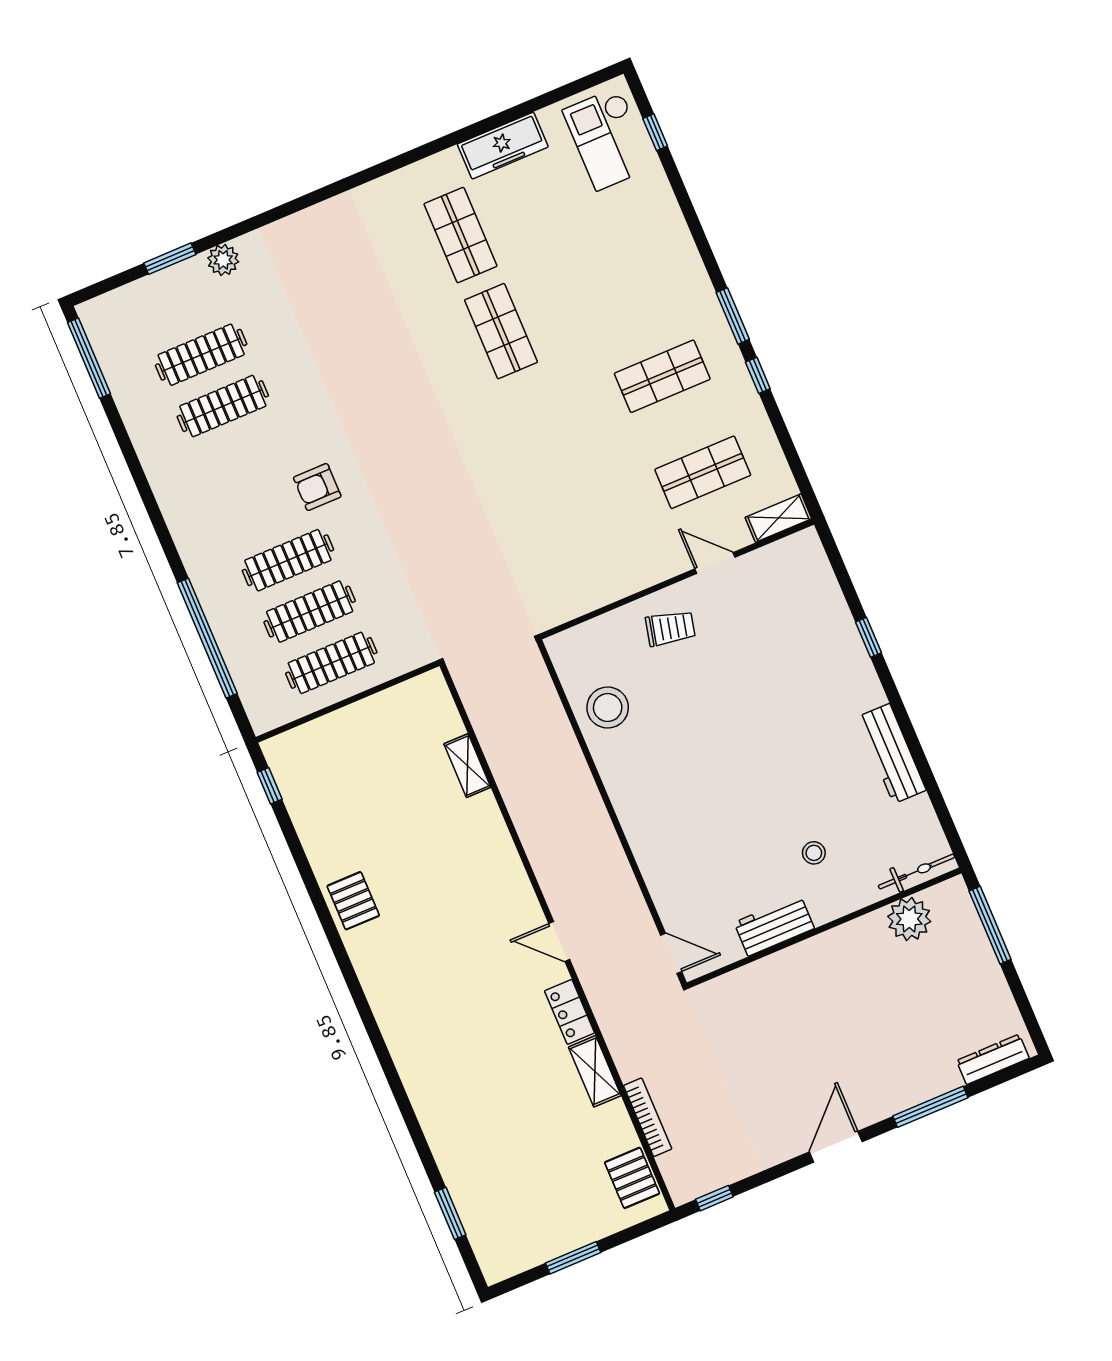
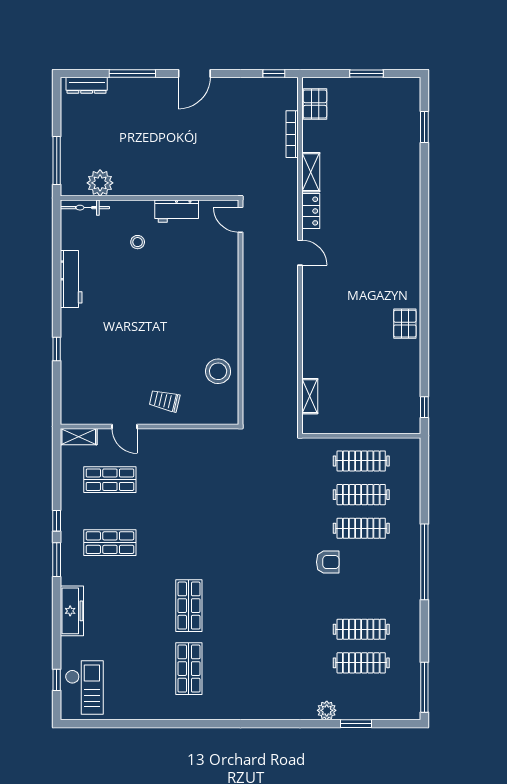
freezer: (503, 146) -> (72, 611), moved, turned 90
window: (207, 638) -> (424, 562), moved
shelving: (467, 766) -> (310, 396), moved

